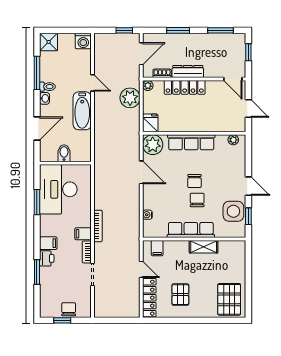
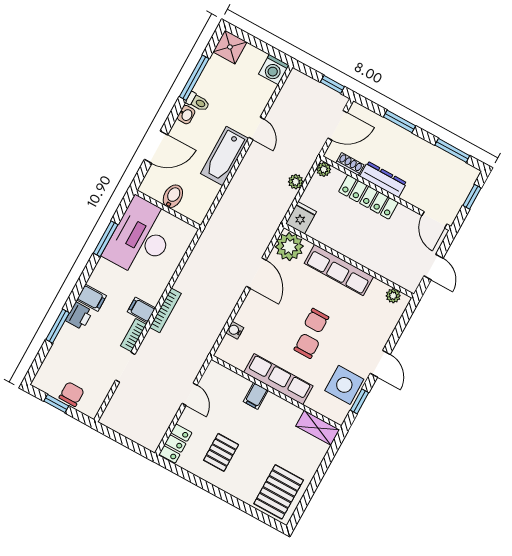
plant: (130, 98) -> (296, 182), width x0.53, depth x0.53
shelving: (204, 247) -> (318, 428), moved
filing cabinet: (157, 248) -> (256, 396), moved
locker: (149, 298) -> (175, 444), width x0.66

